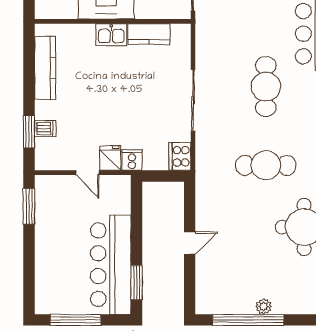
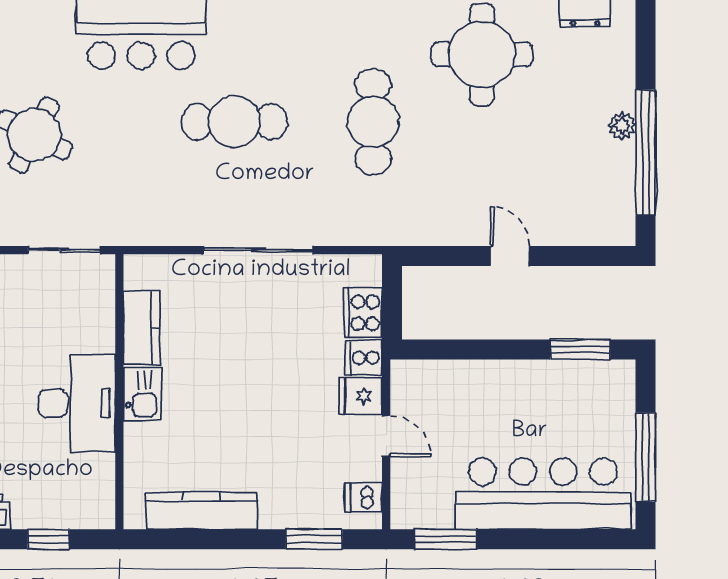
dishwasher: (45, 129) -> (363, 497), moved, turned -90
cooker: (180, 156) -> (363, 313), moved, turned 90
door: (88, 173) -> (386, 436), hinge flipped
bar counter: (111, 265) -> (543, 494), moved, turned 180

